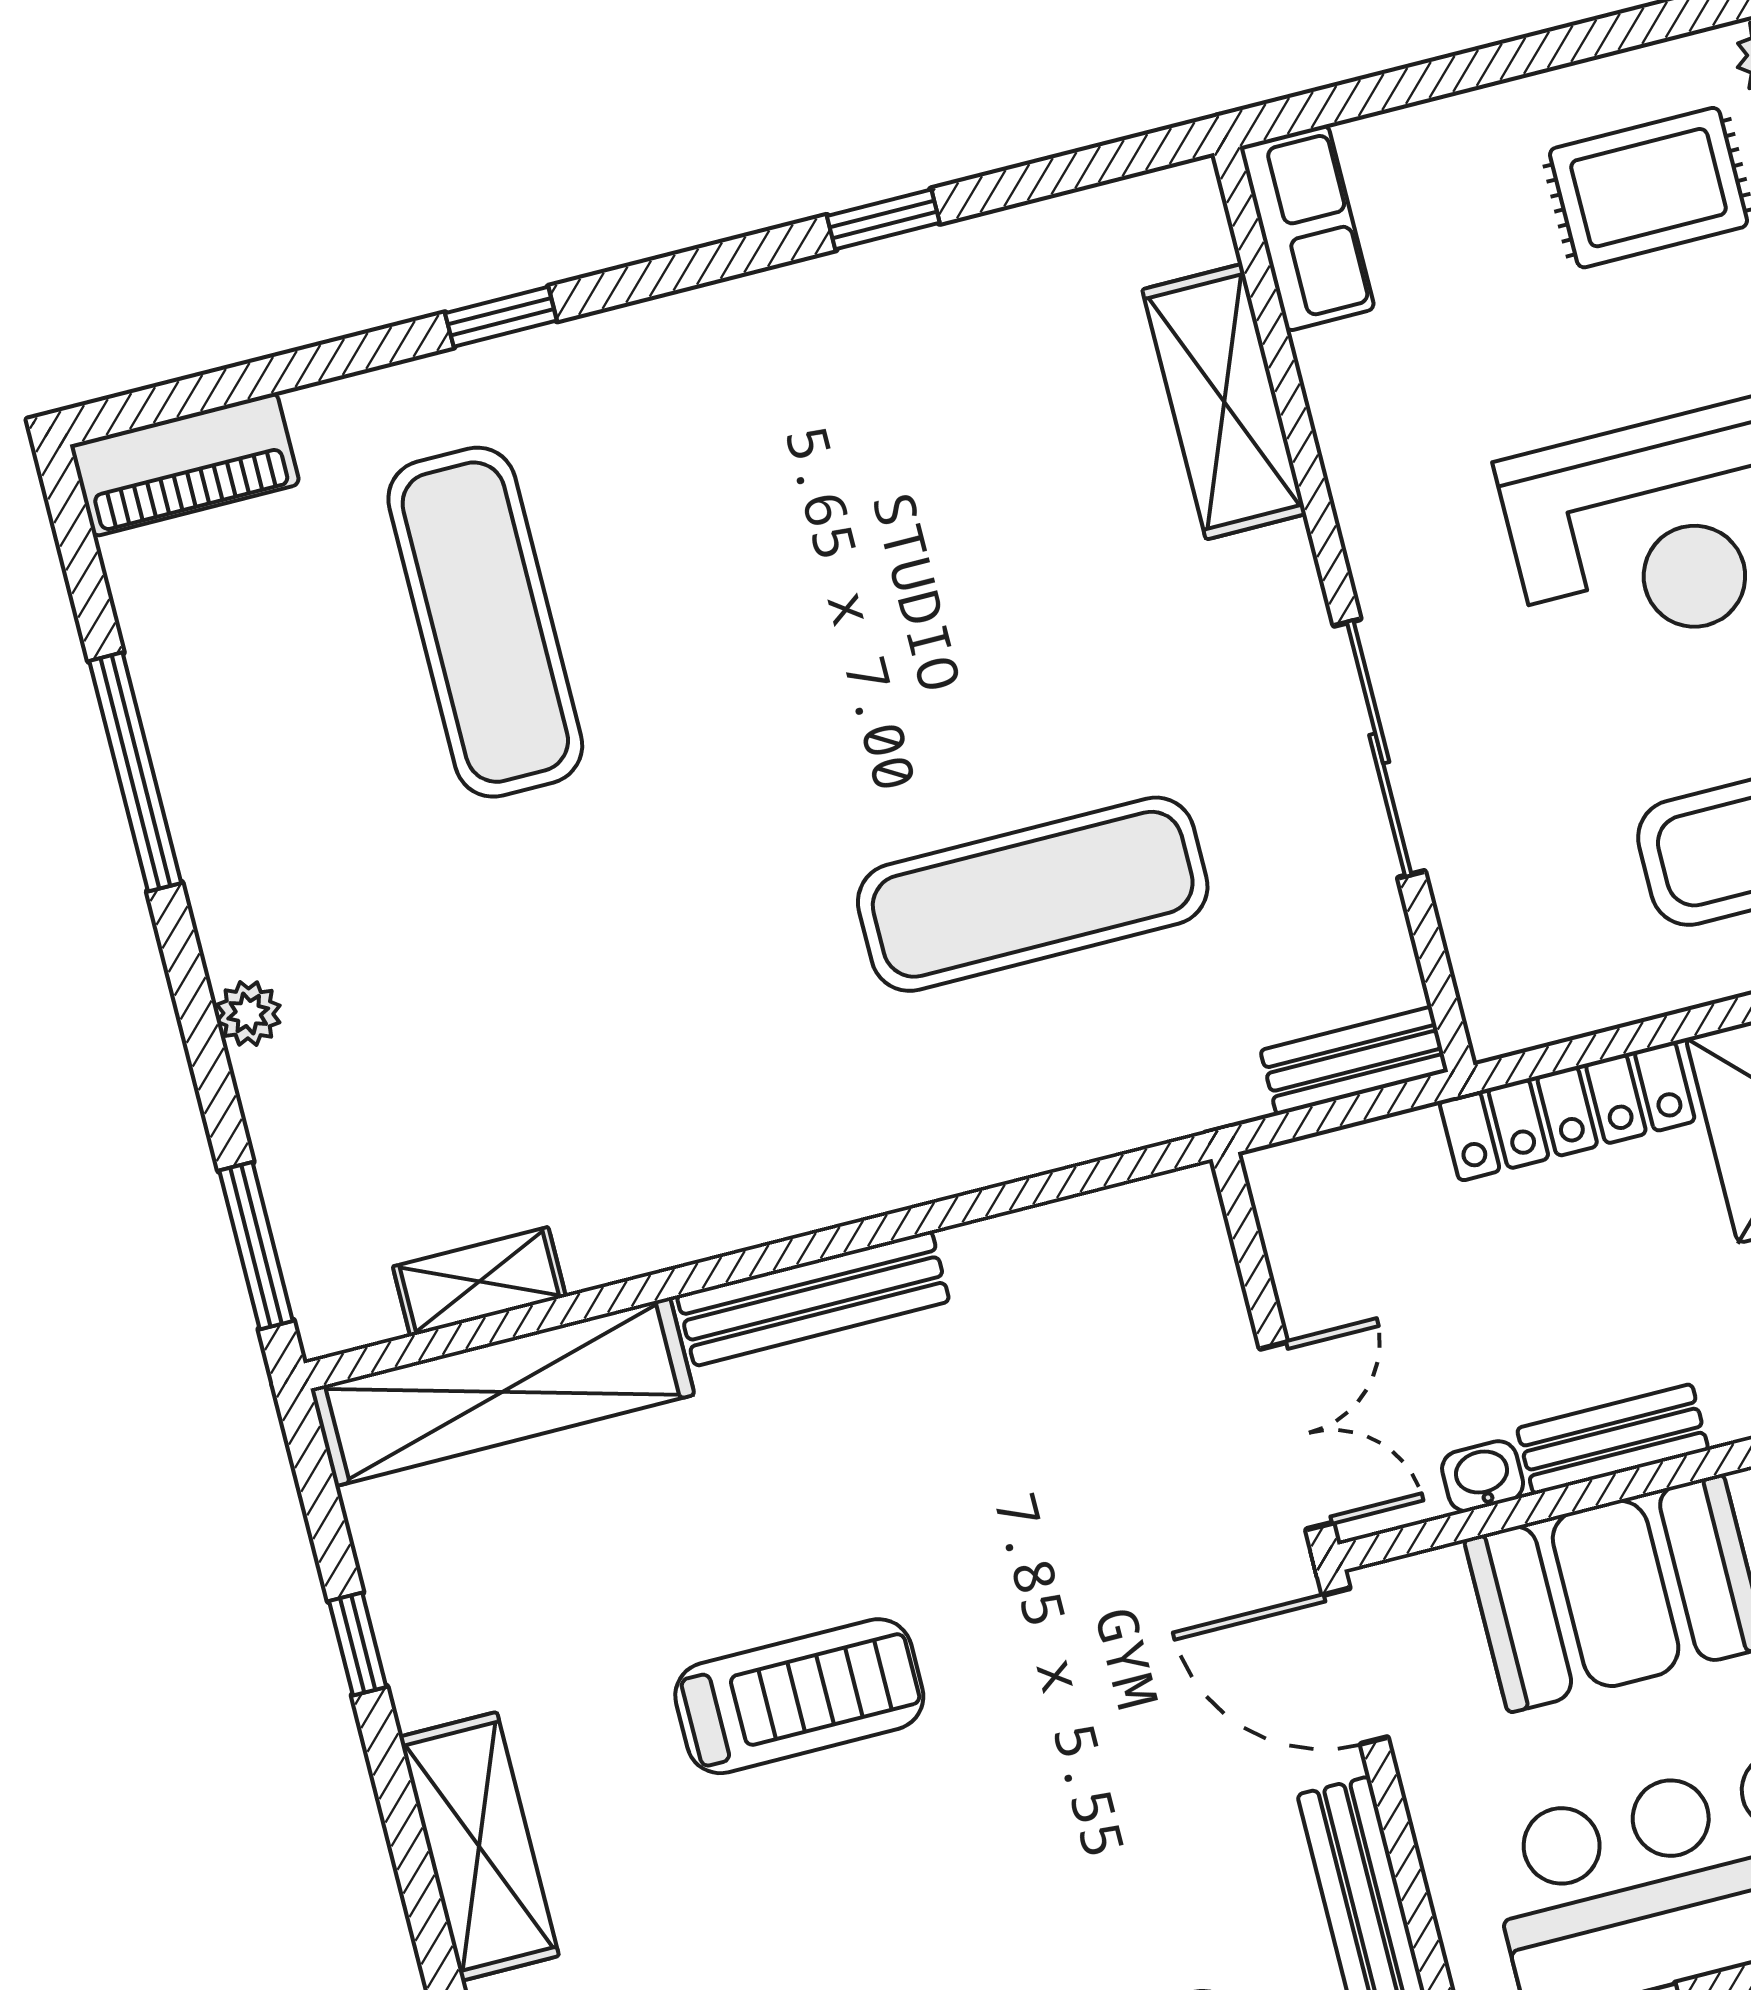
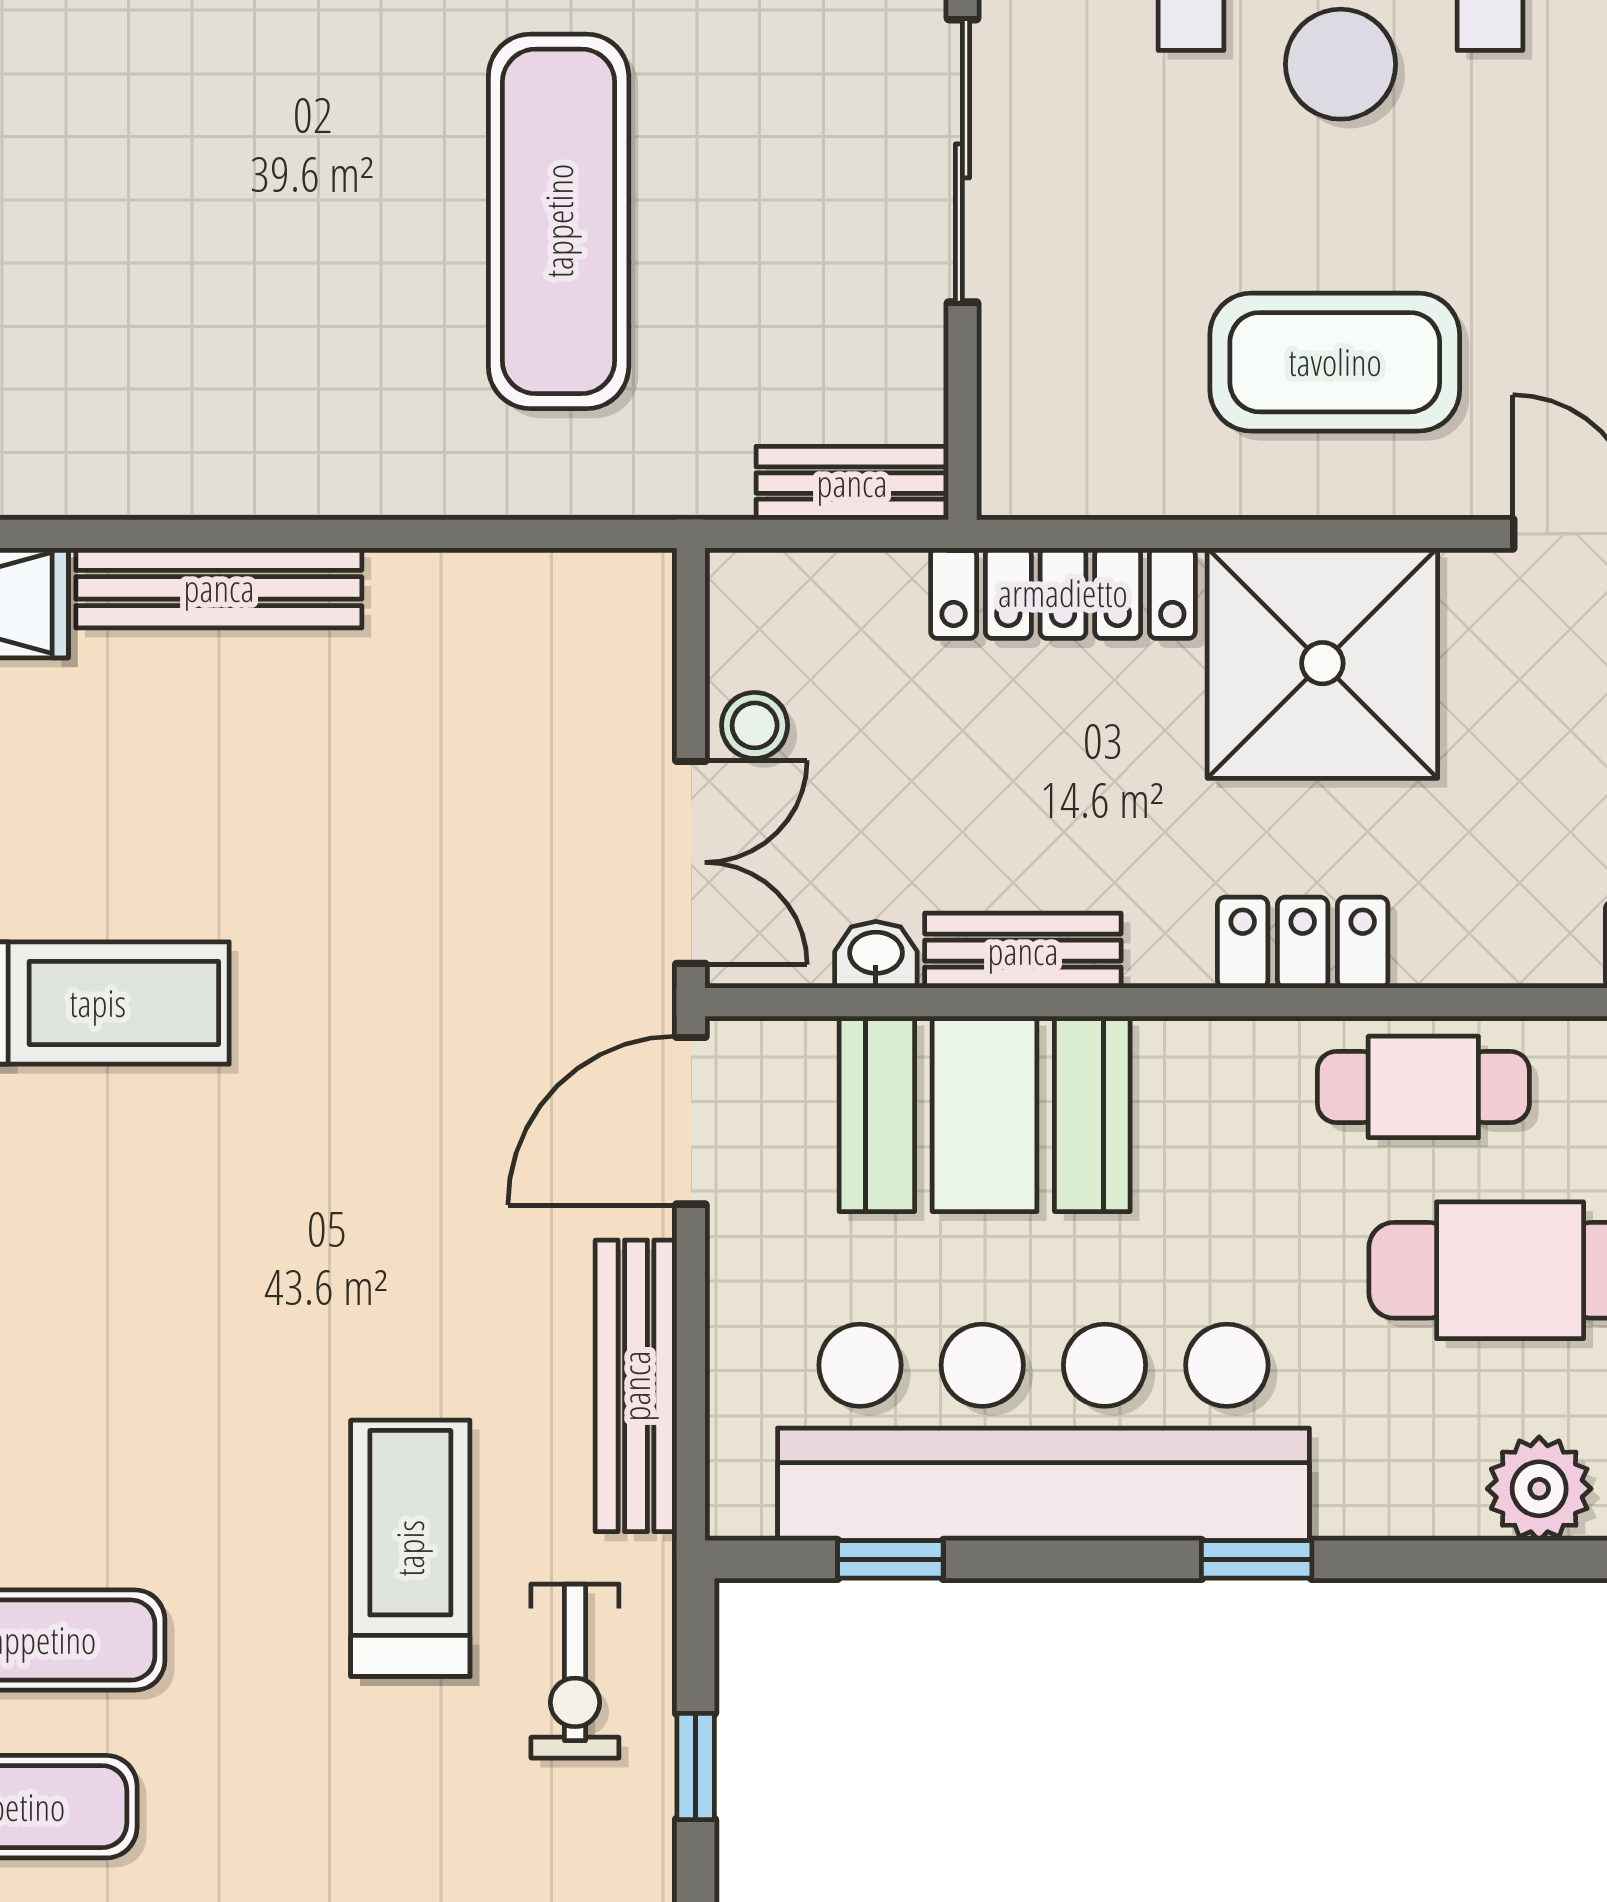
exercise mat: (1033, 894) -> (559, 221), turned 90
stool: (1322, 1299) -> (755, 725), added
door: (1355, 1666) -> (691, 1121), hinge flipped

